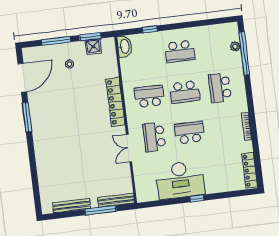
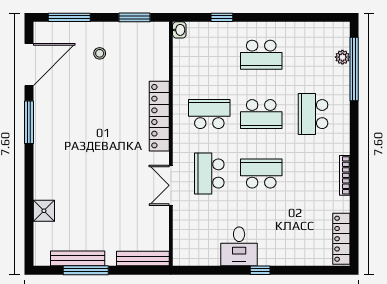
window: (56, 41) -> (69, 17), moved
washbasin: (124, 46) -> (179, 30), width x0.52, depth x0.69
shower: (93, 47) -> (44, 211), moved
desk: (180, 180) -> (239, 246), width x0.53, depth x0.77
window: (101, 210) -> (86, 270), moved

